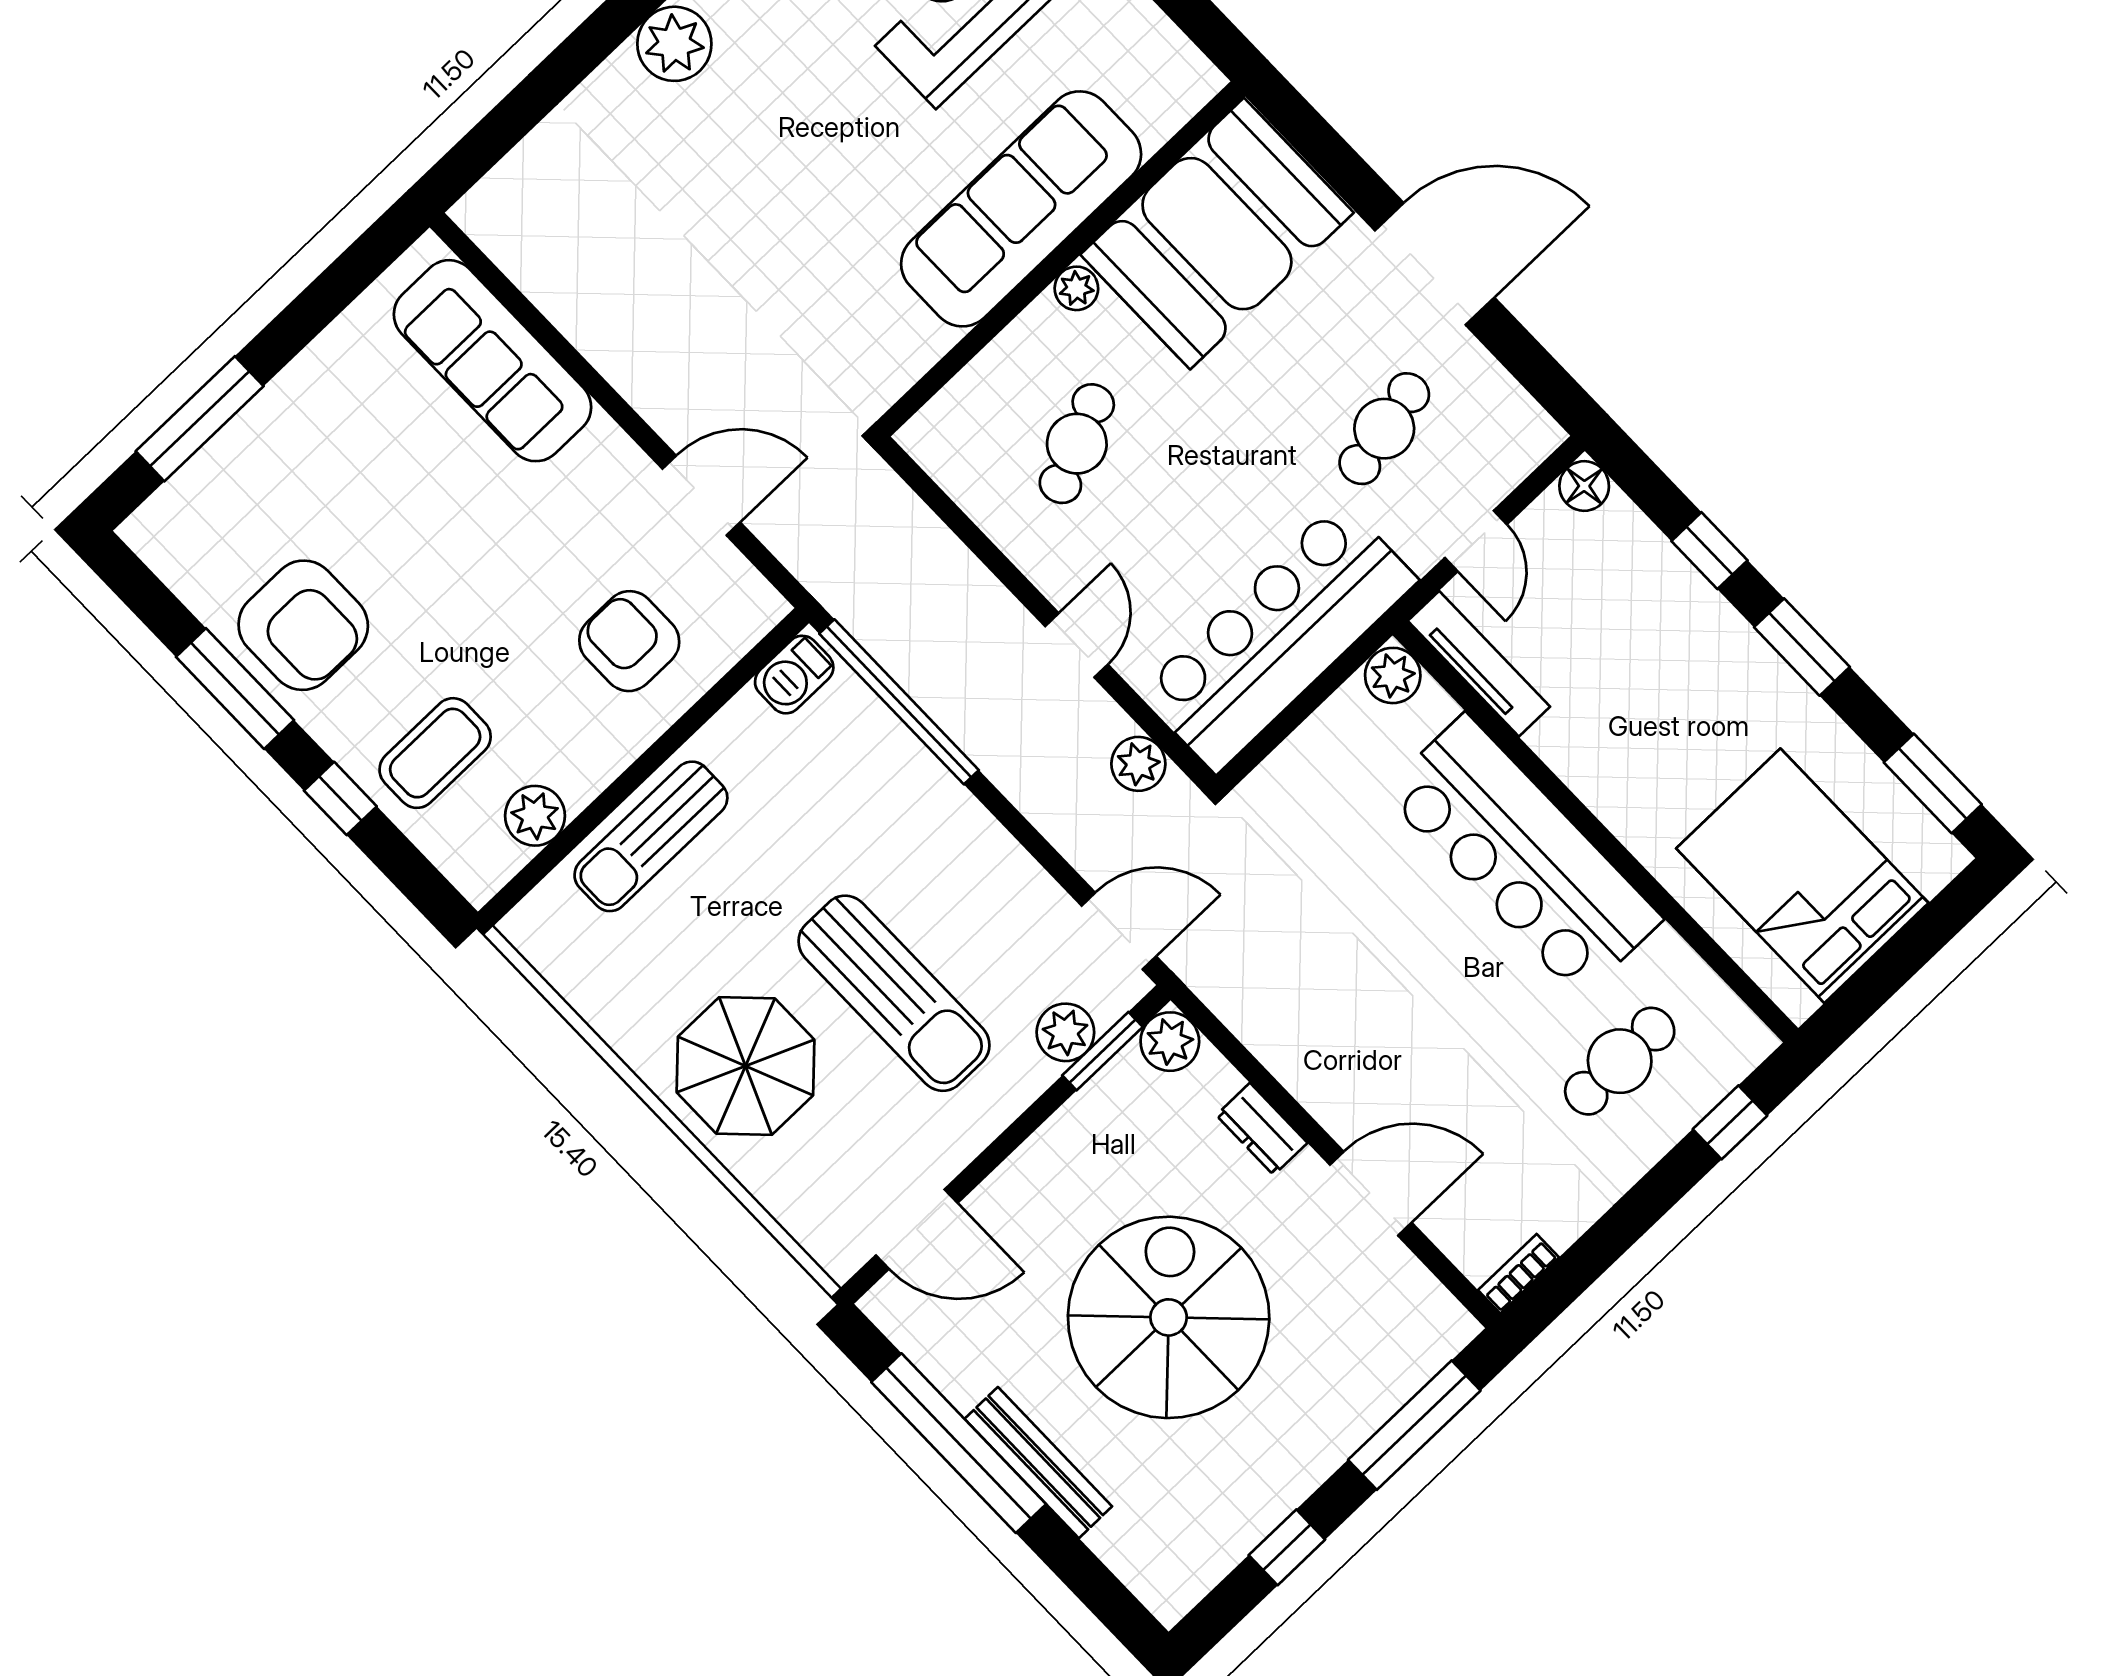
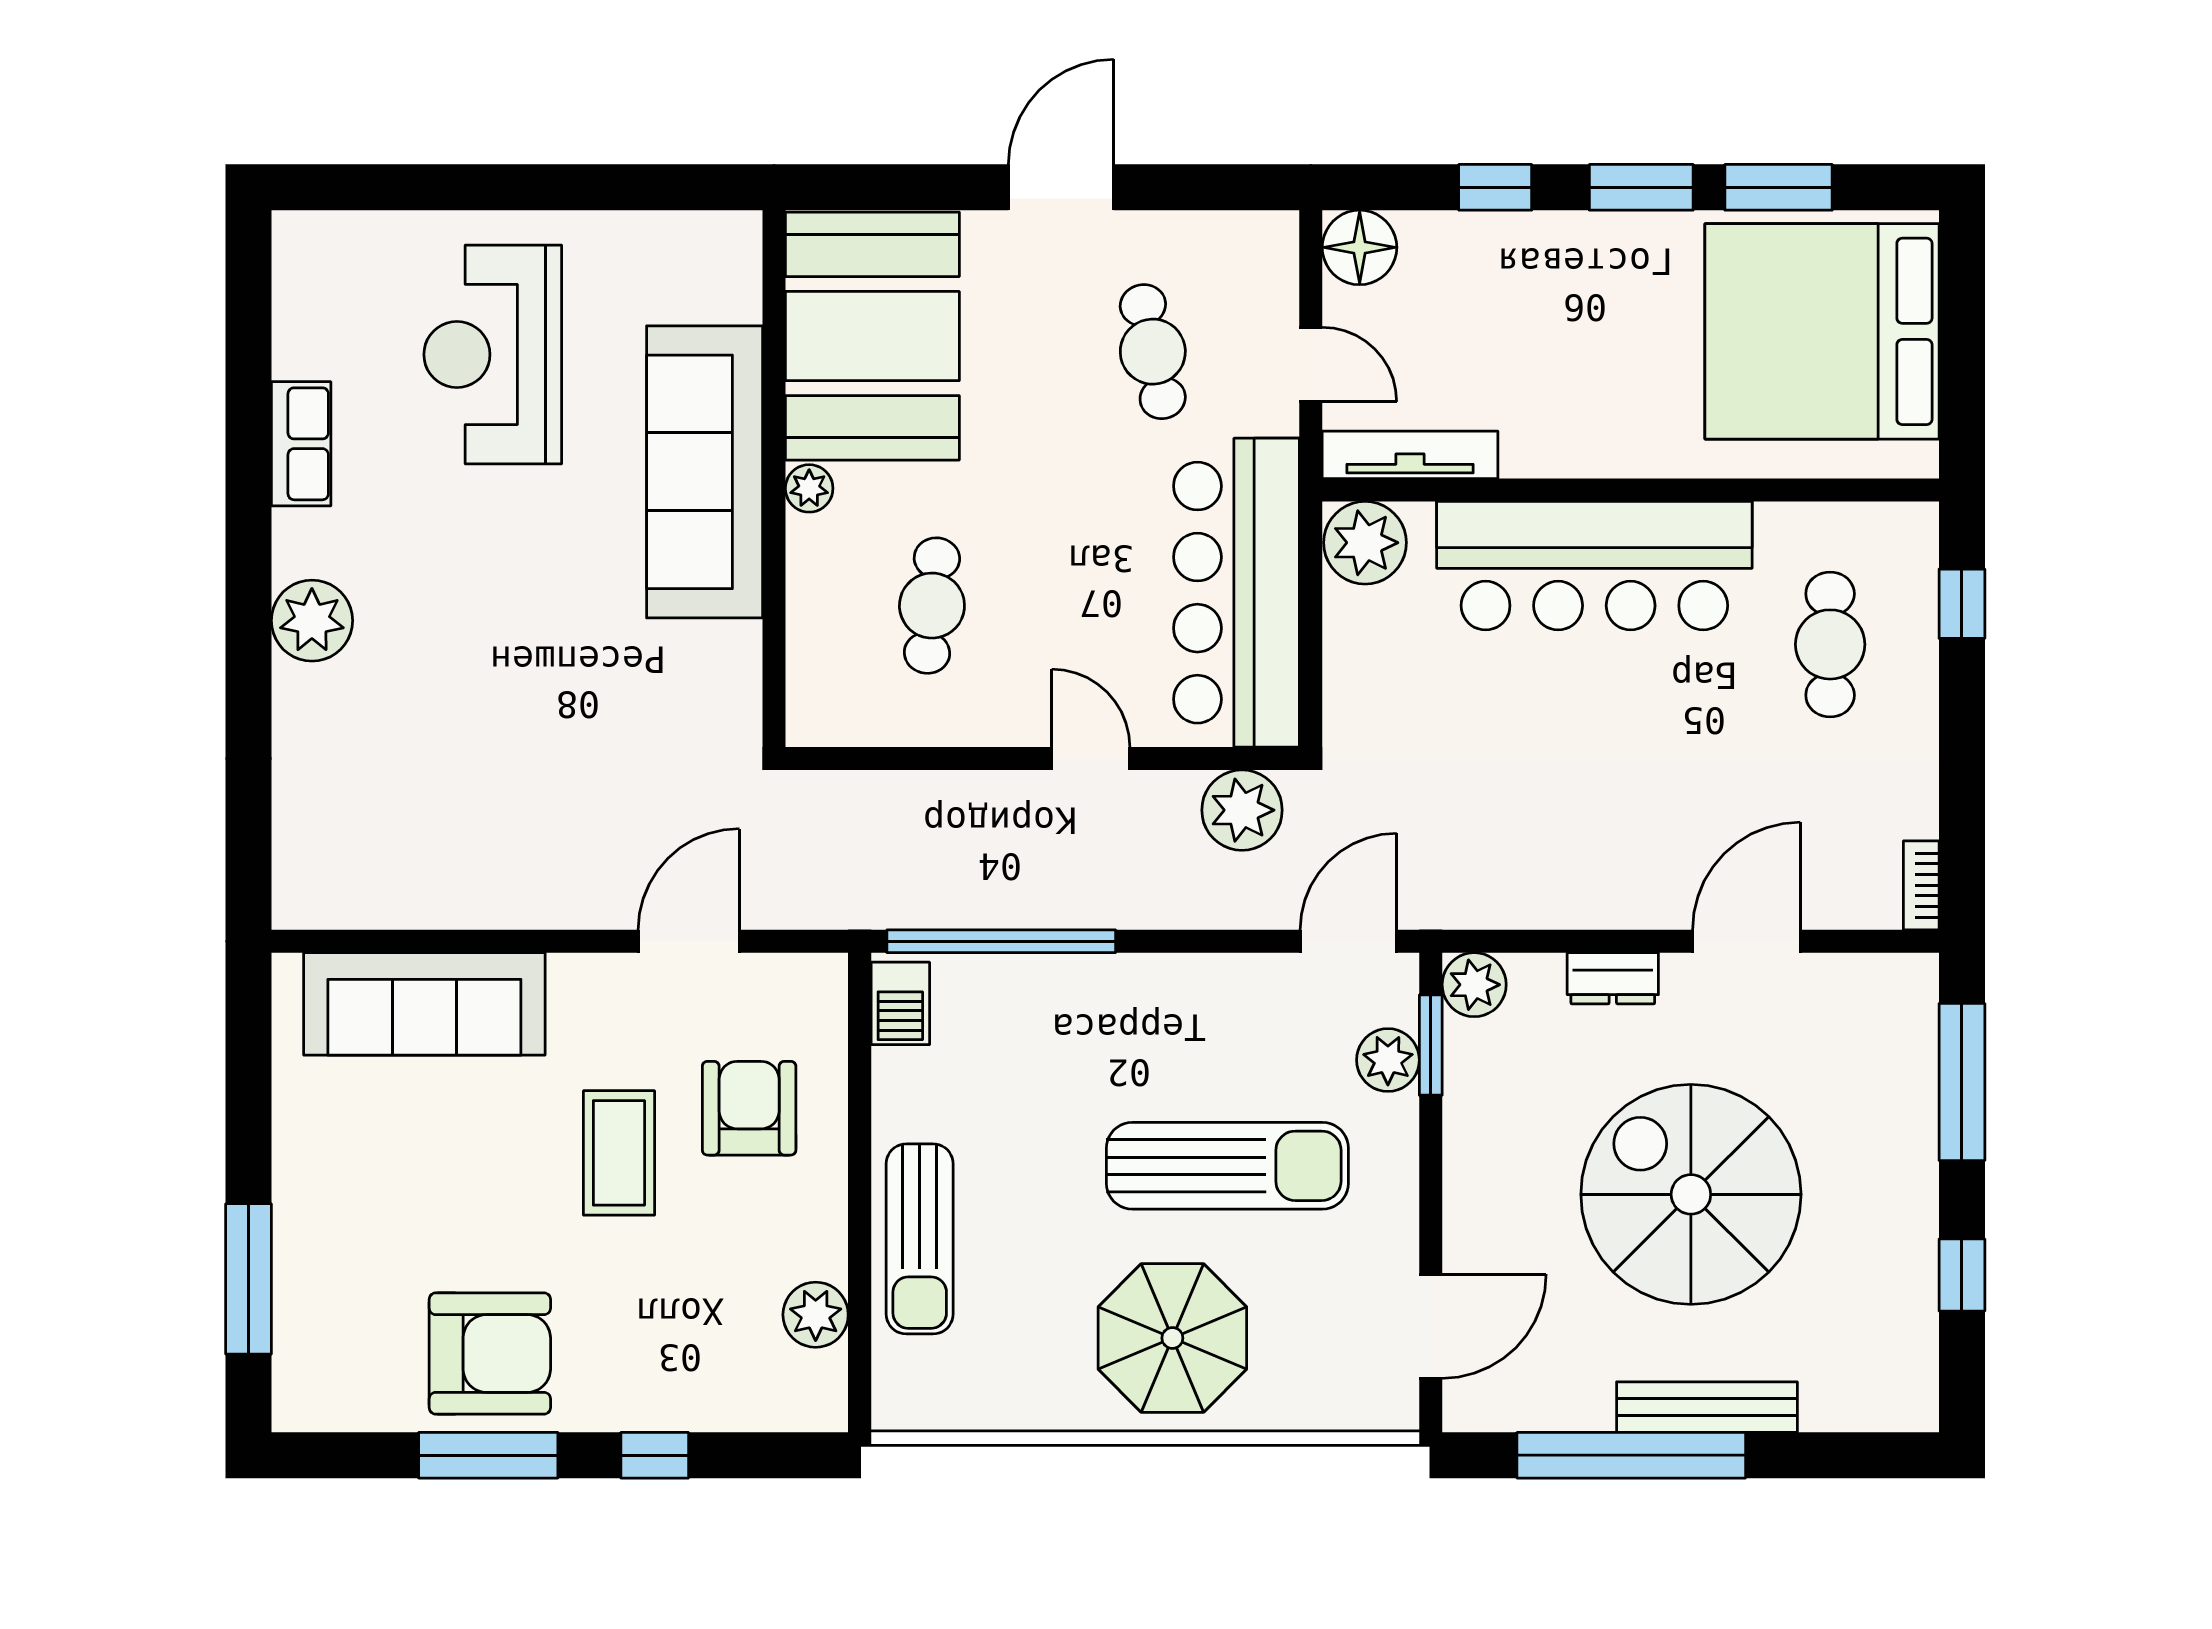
door: (1435, 264) -> (1061, 187), width x0.73
cafe table: (1077, 444) -> (932, 606), turned 30
floor lamp: (1584, 486) -> (1360, 247), width x1.38, depth x1.38
armchair: (629, 641) -> (749, 1108), turned 90
plant: (1393, 675) -> (1365, 543), width x1.36, depth x1.36
coffee table: (435, 753) -> (619, 1153), moved
plant: (1138, 764) -> (1242, 810), width x1.36, depth x1.36
window: (1933, 783) -> (1778, 187), moved
bed: (1802, 876) -> (1822, 331), width x1.36

